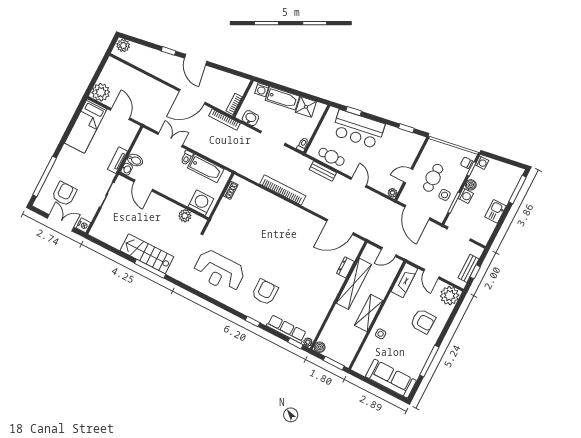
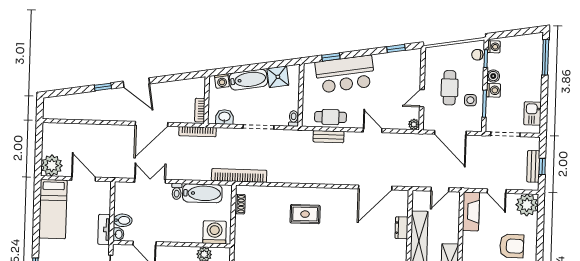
plant: (123, 46) -> (52, 104), removed
bookcase: (283, 190) -> (239, 175), moved
kitchen sink: (496, 211) -> (532, 113), moved
rug: (277, 222) -> (305, 214), added

